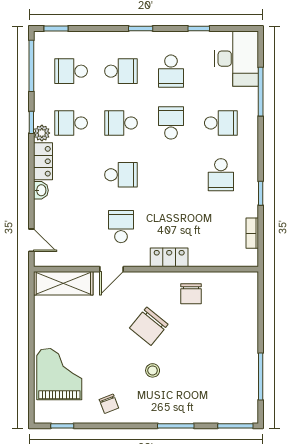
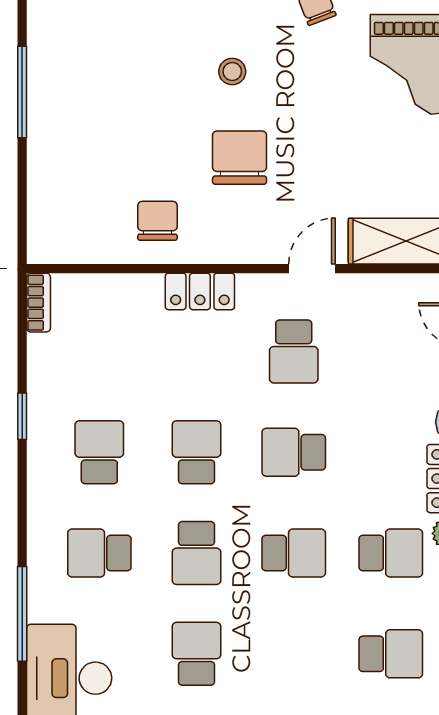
school desk: (121, 71) -> (197, 452), moved, turned 90
bookcase: (252, 233) -> (38, 303), moved
chair: (149, 326) -> (240, 158), turned -39
window: (261, 377) -> (22, 92), moved

